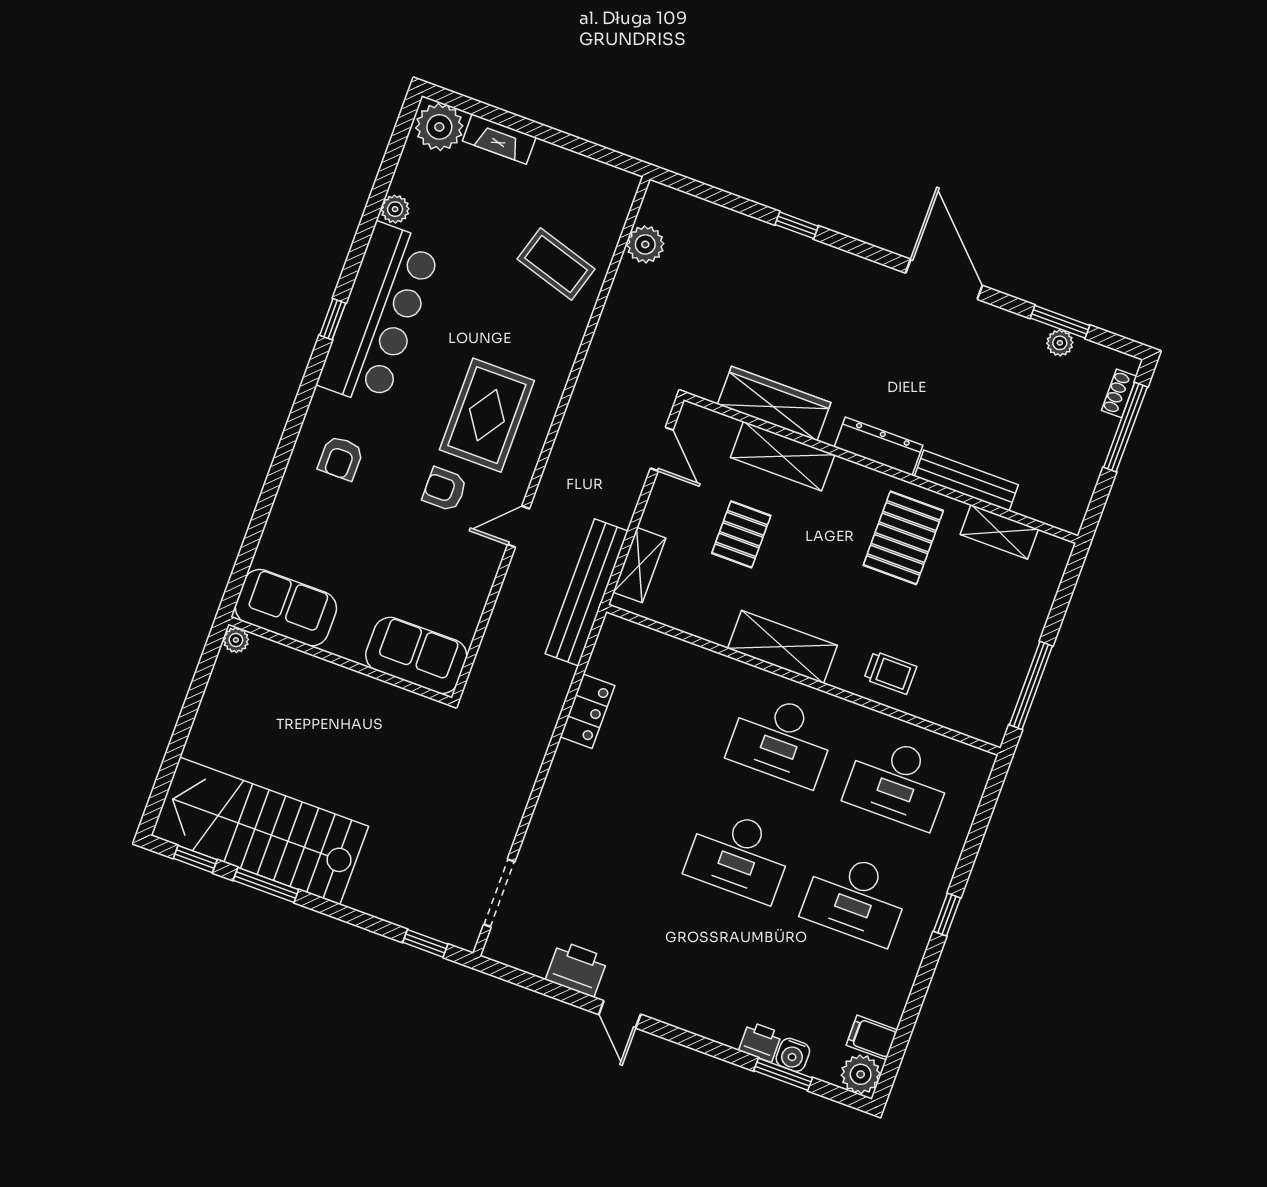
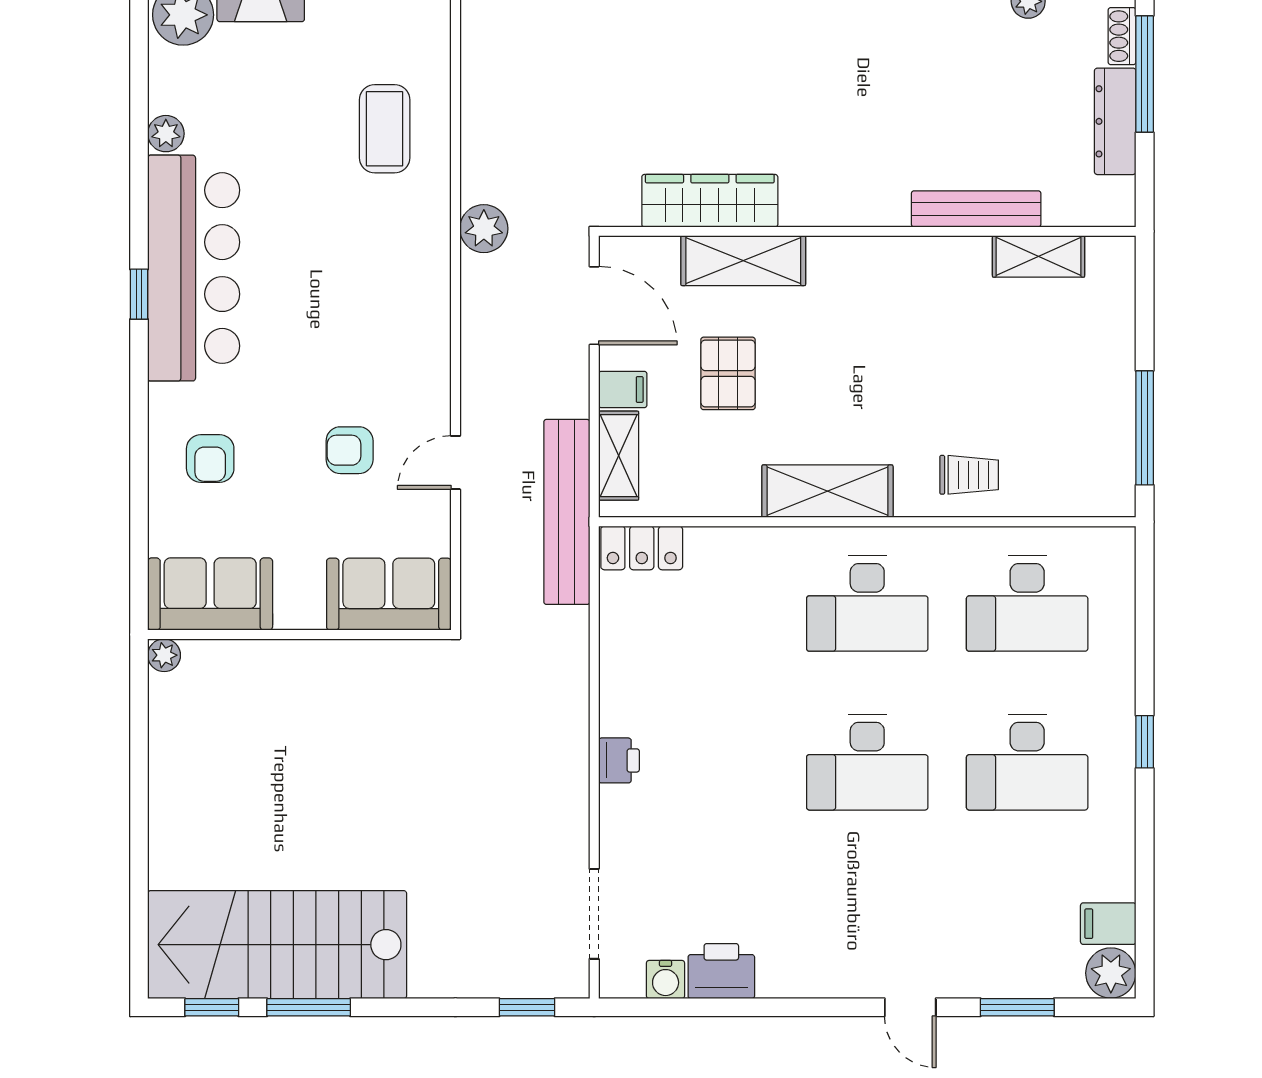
plant: (645, 244) -> (484, 229), moved
coffee table: (556, 264) -> (385, 129), turned 73
rug: (487, 415) -> (368, 342), removed
dresser: (879, 446) -> (1115, 121), moved, turned -90
door: (662, 449) -> (594, 306), width x1.38
filing cabinet: (660, 518) -> (623, 389), added
pallet: (903, 538) -> (925, 306), removed
sofa: (286, 608) -> (210, 594), moved
plant: (236, 640) -> (164, 655), moved
sofa: (416, 655) -> (389, 594), moved
wall: (340, 661) -> (299, 634), moved
locker: (587, 711) -> (642, 548), moved, turned 90
door: (620, 1014) -> (910, 1007), moved
printer: (760, 1042) -> (619, 760), moved, turned 90
water cooler: (793, 1055) -> (666, 979), moved

